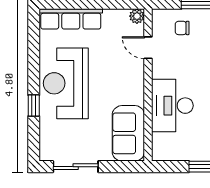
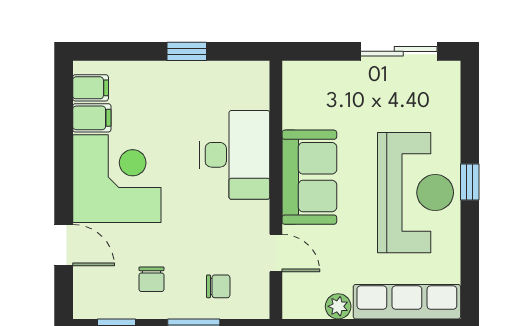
plant: (137, 16) -> (338, 306), moved
window: (34, 106) -> (470, 182), moved
sofa: (128, 133) -> (309, 177), moved

